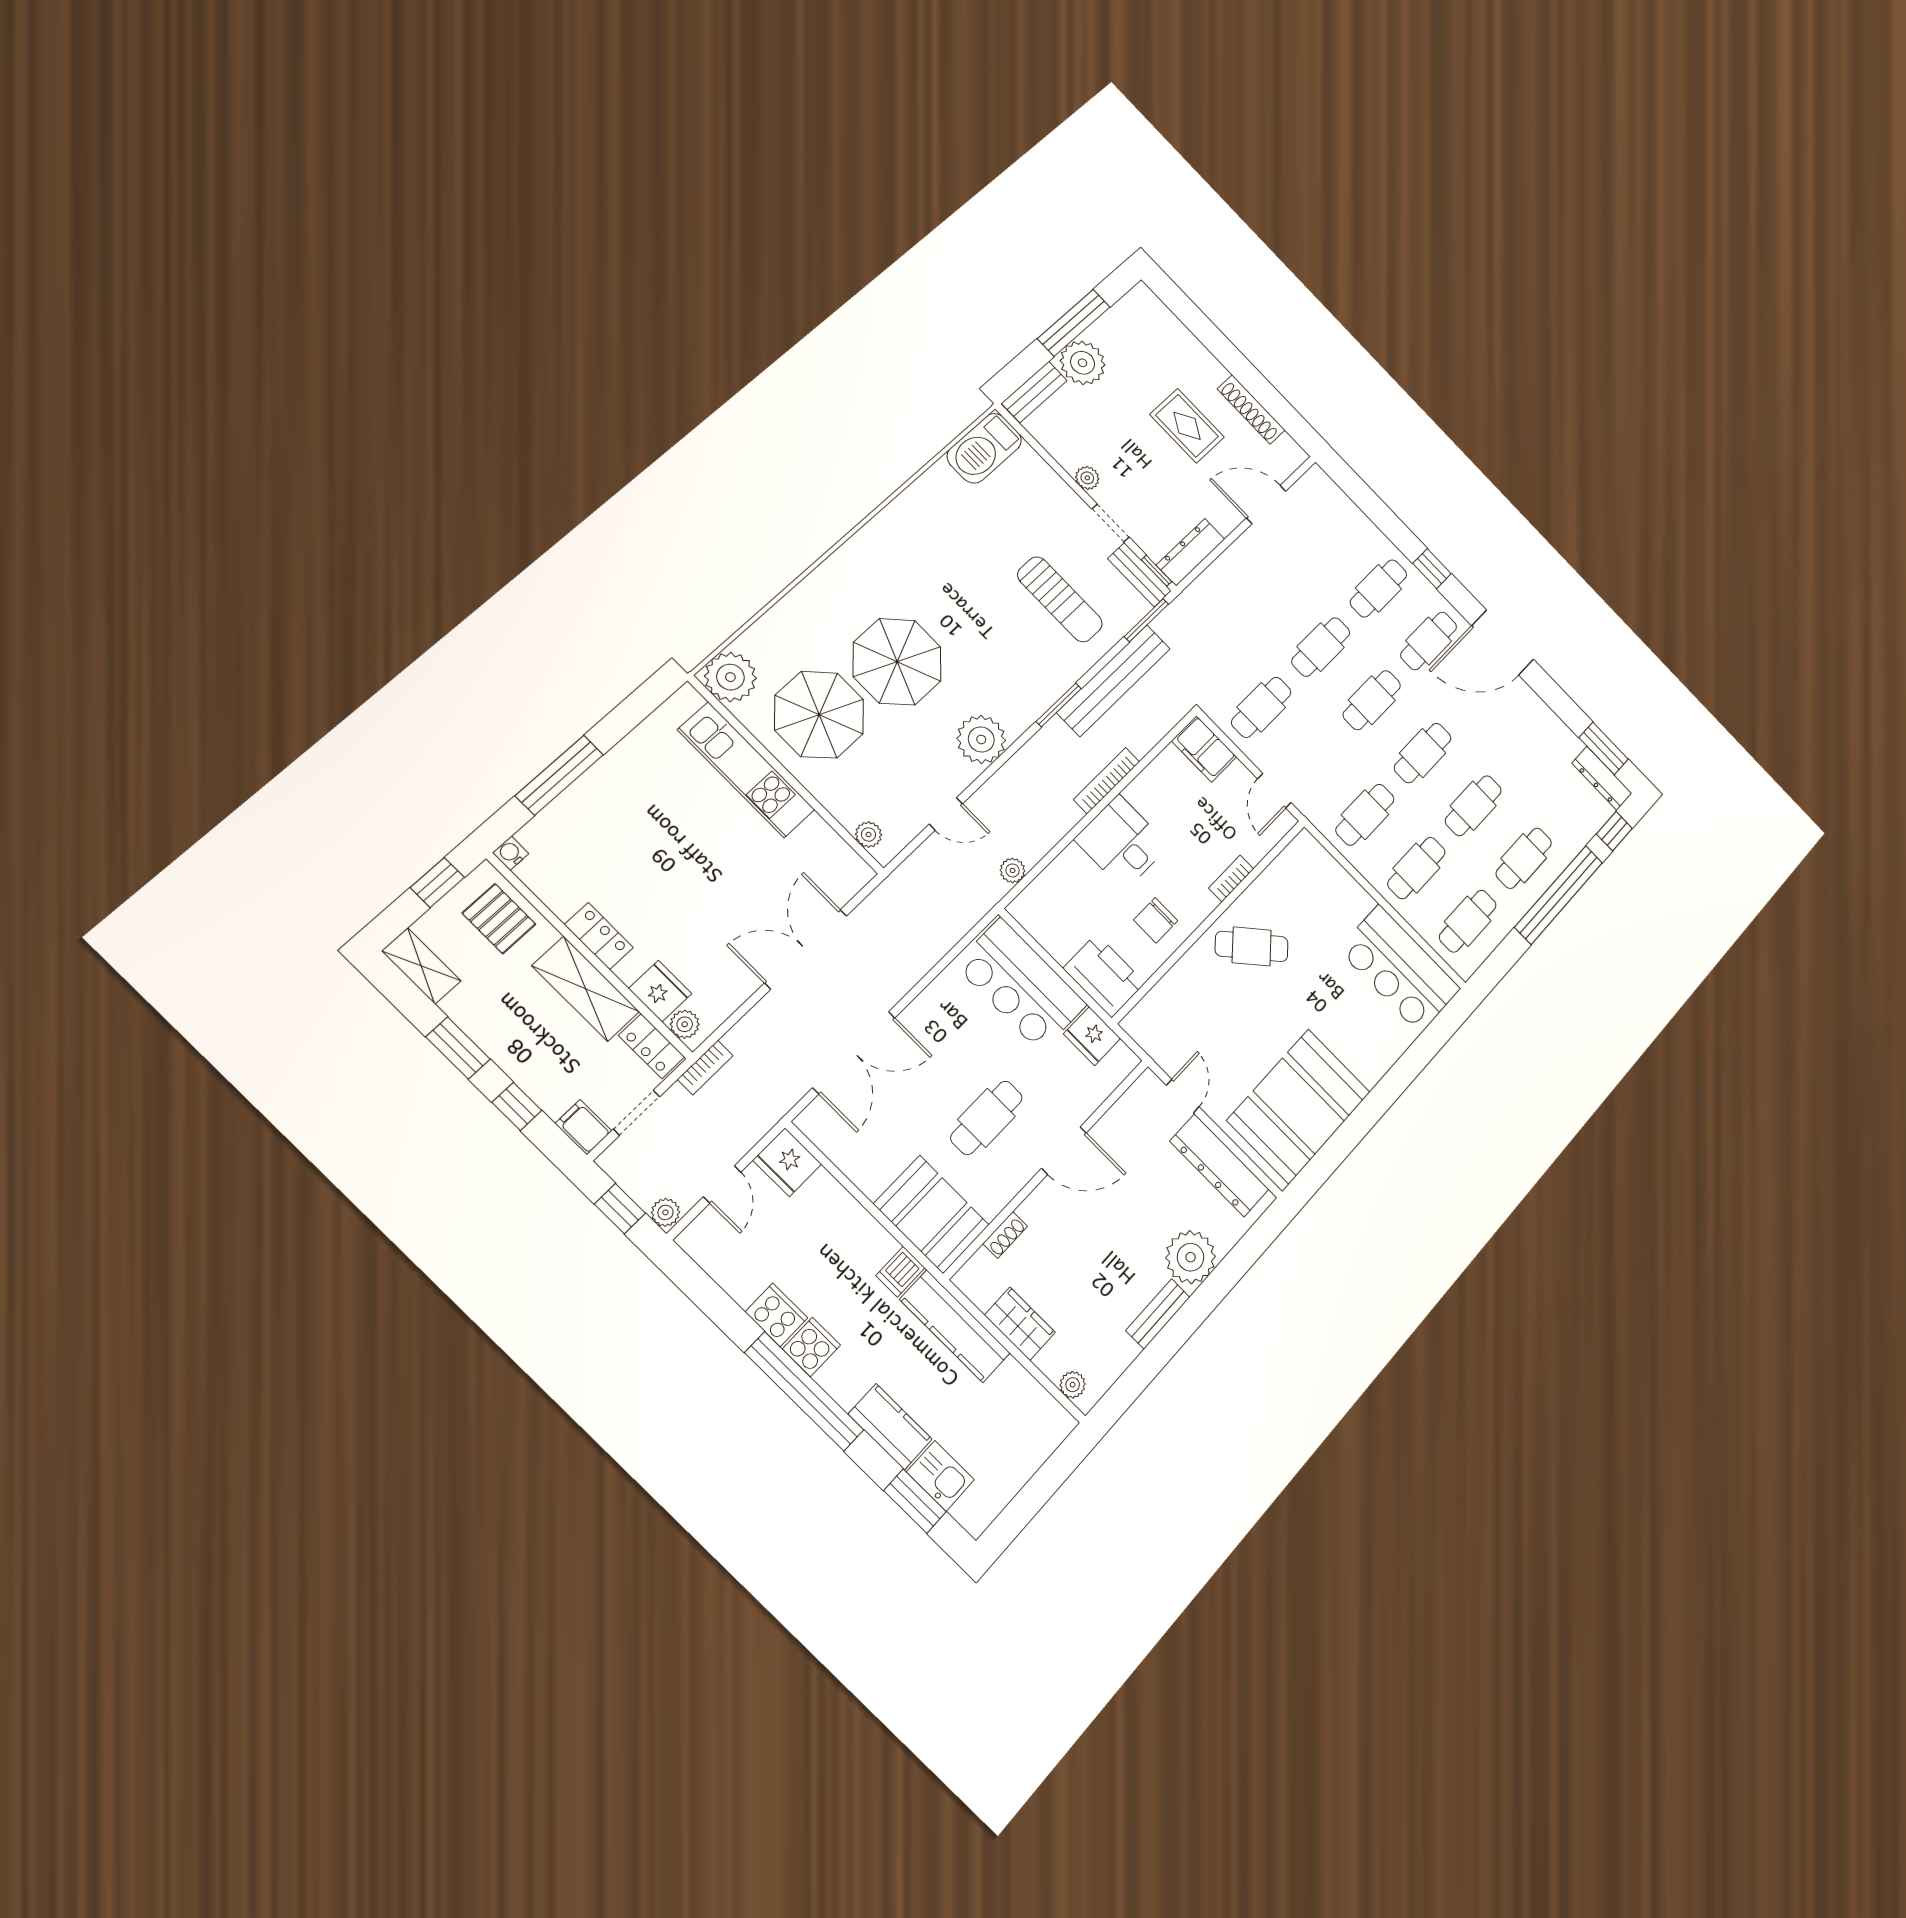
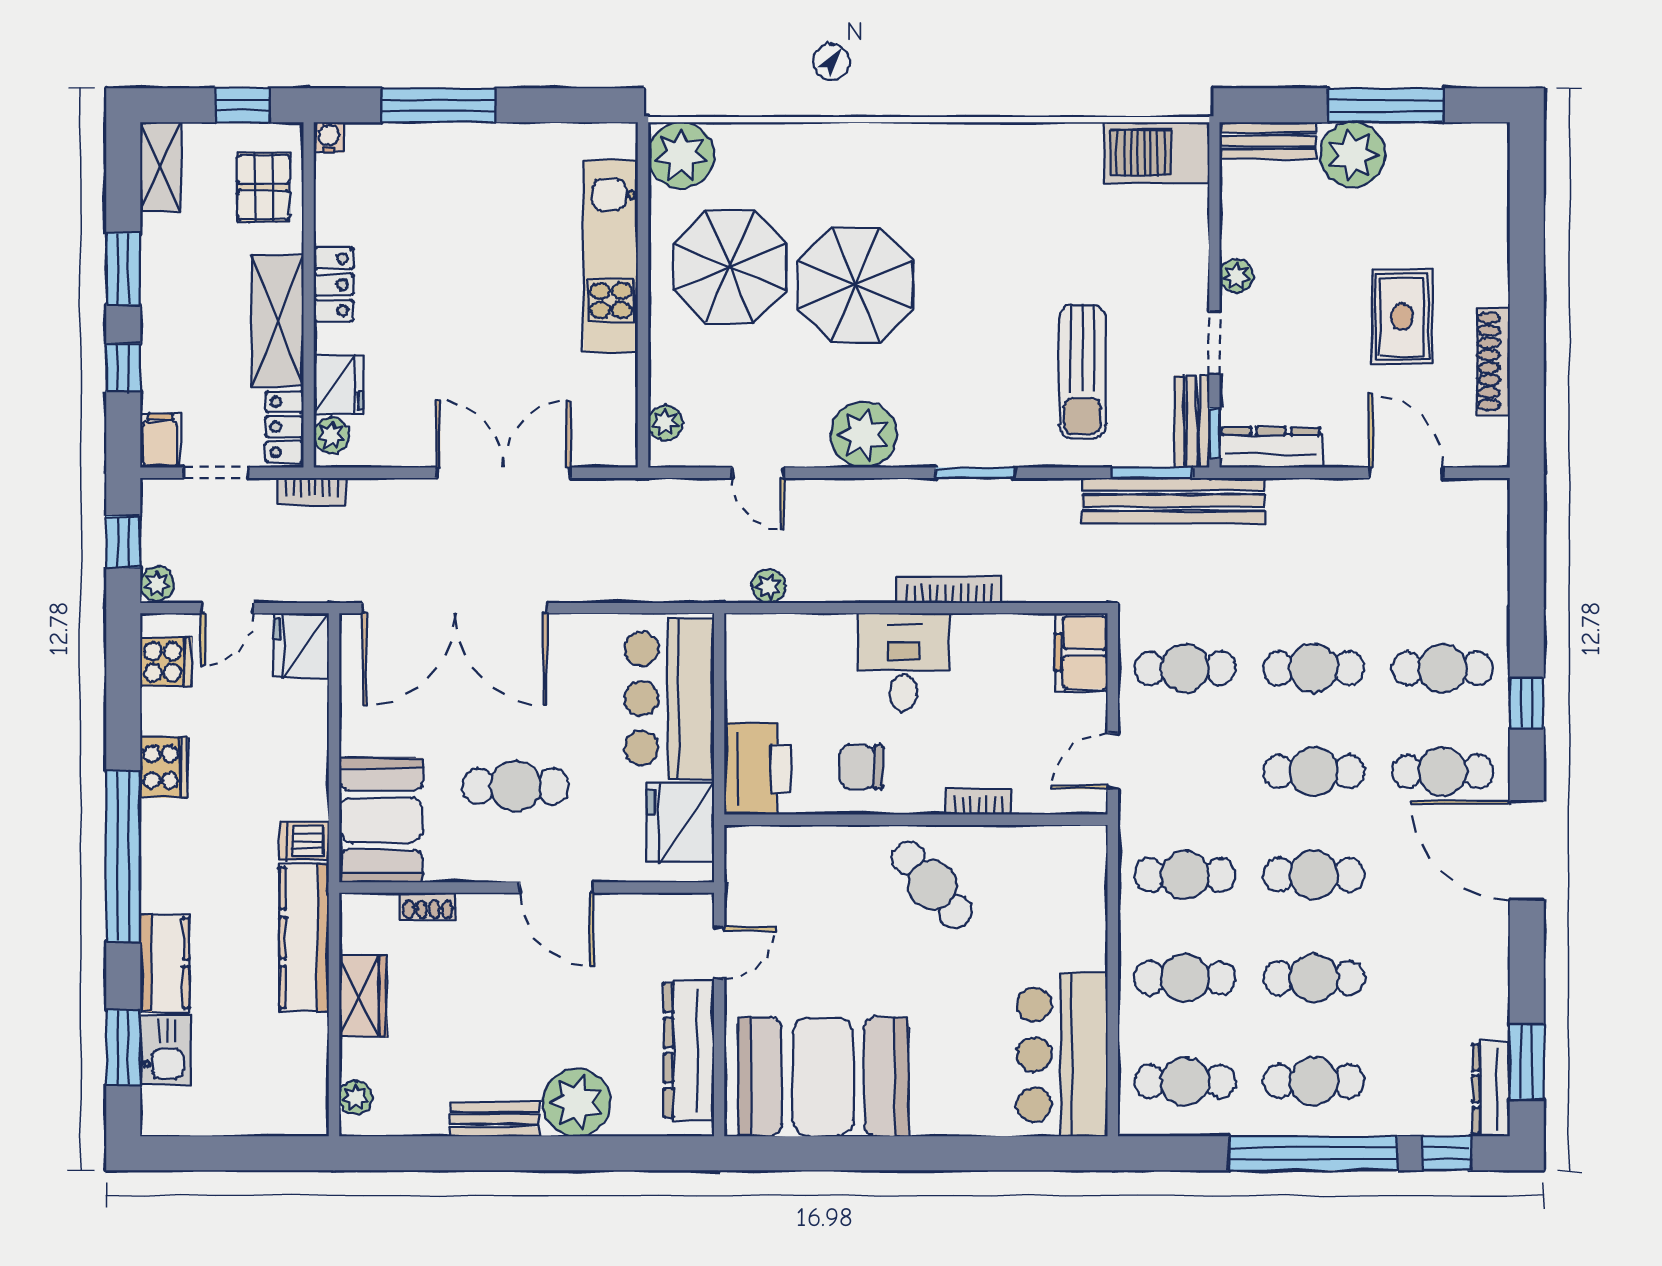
bench: (1114, 680) -> (1173, 501), moved
fridge: (1092, 1036) -> (680, 823), width x1.36, depth x1.34
double door: (854, 1053) -> (455, 608), width x1.36
cooker: (811, 1347) -> (166, 662), moved

